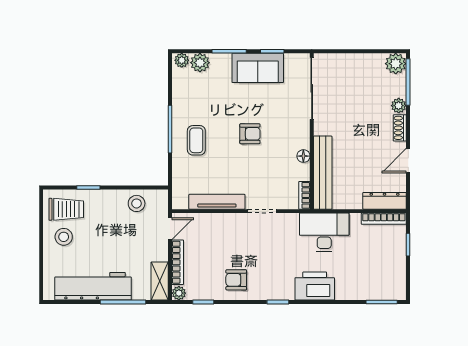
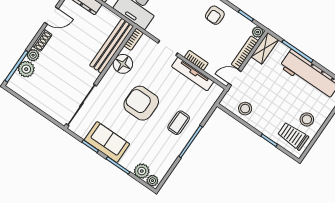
plant: (396, 64) -> (26, 69), moved
armchair: (250, 134) -> (141, 103), width x1.88, depth x1.88
floor lamp: (303, 156) -> (123, 64), width x1.89, depth x1.89
bookcase: (223, 219) -> (196, 60), added
armchair: (236, 280) -> (215, 15), turned 90

